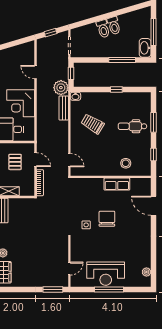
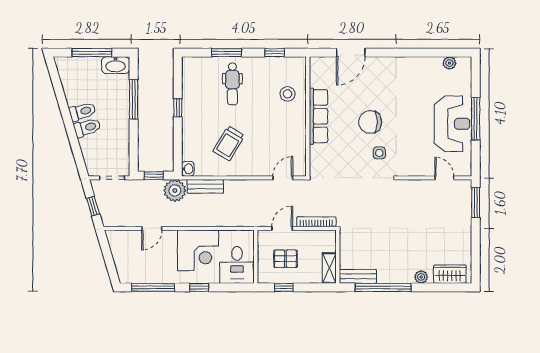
row of seats: (117, 184) -> (318, 116), width x1.48

